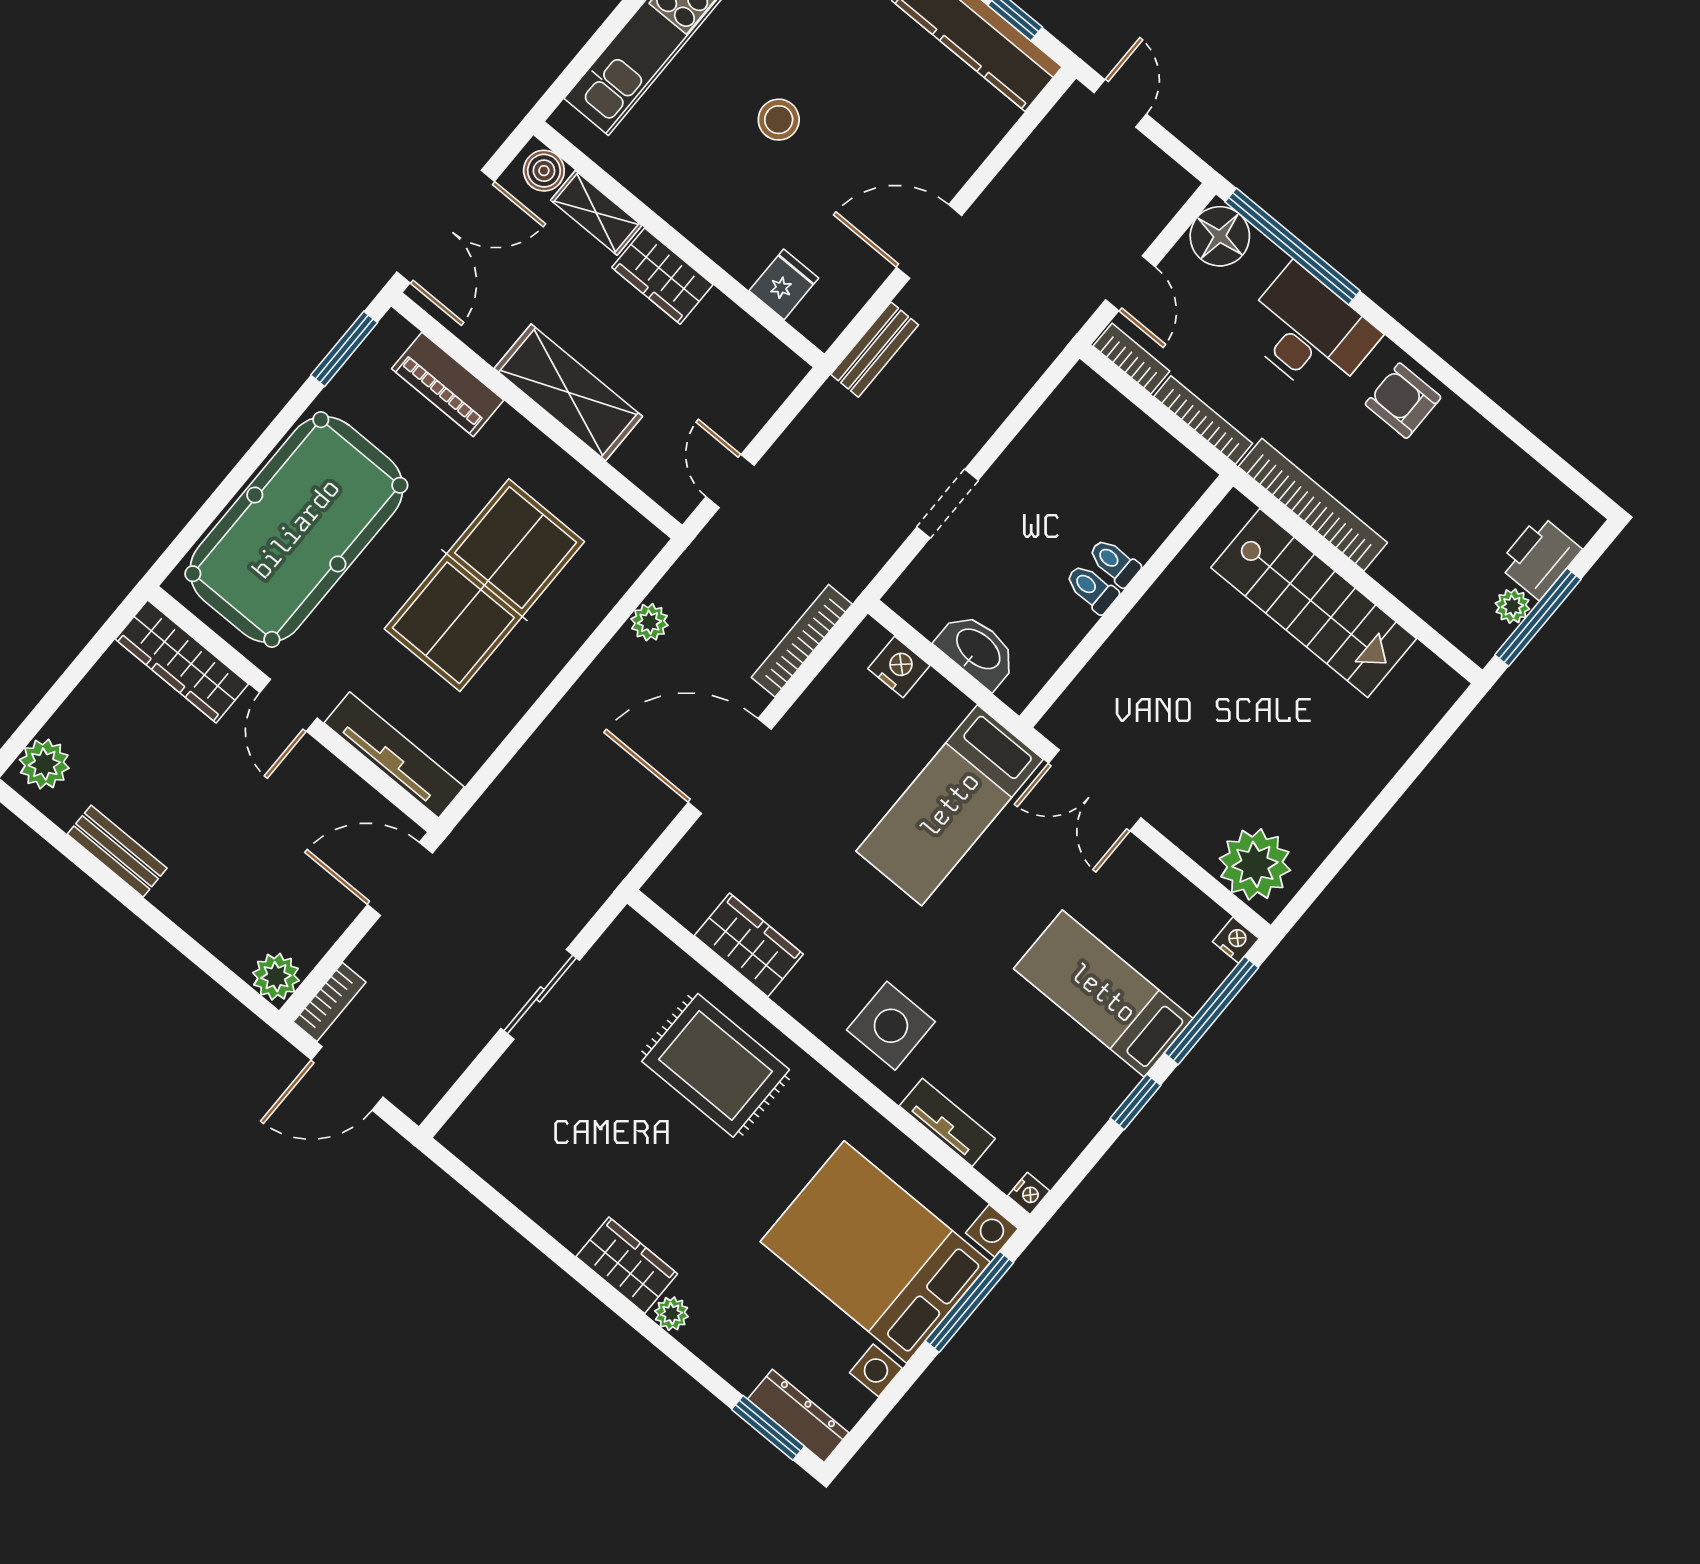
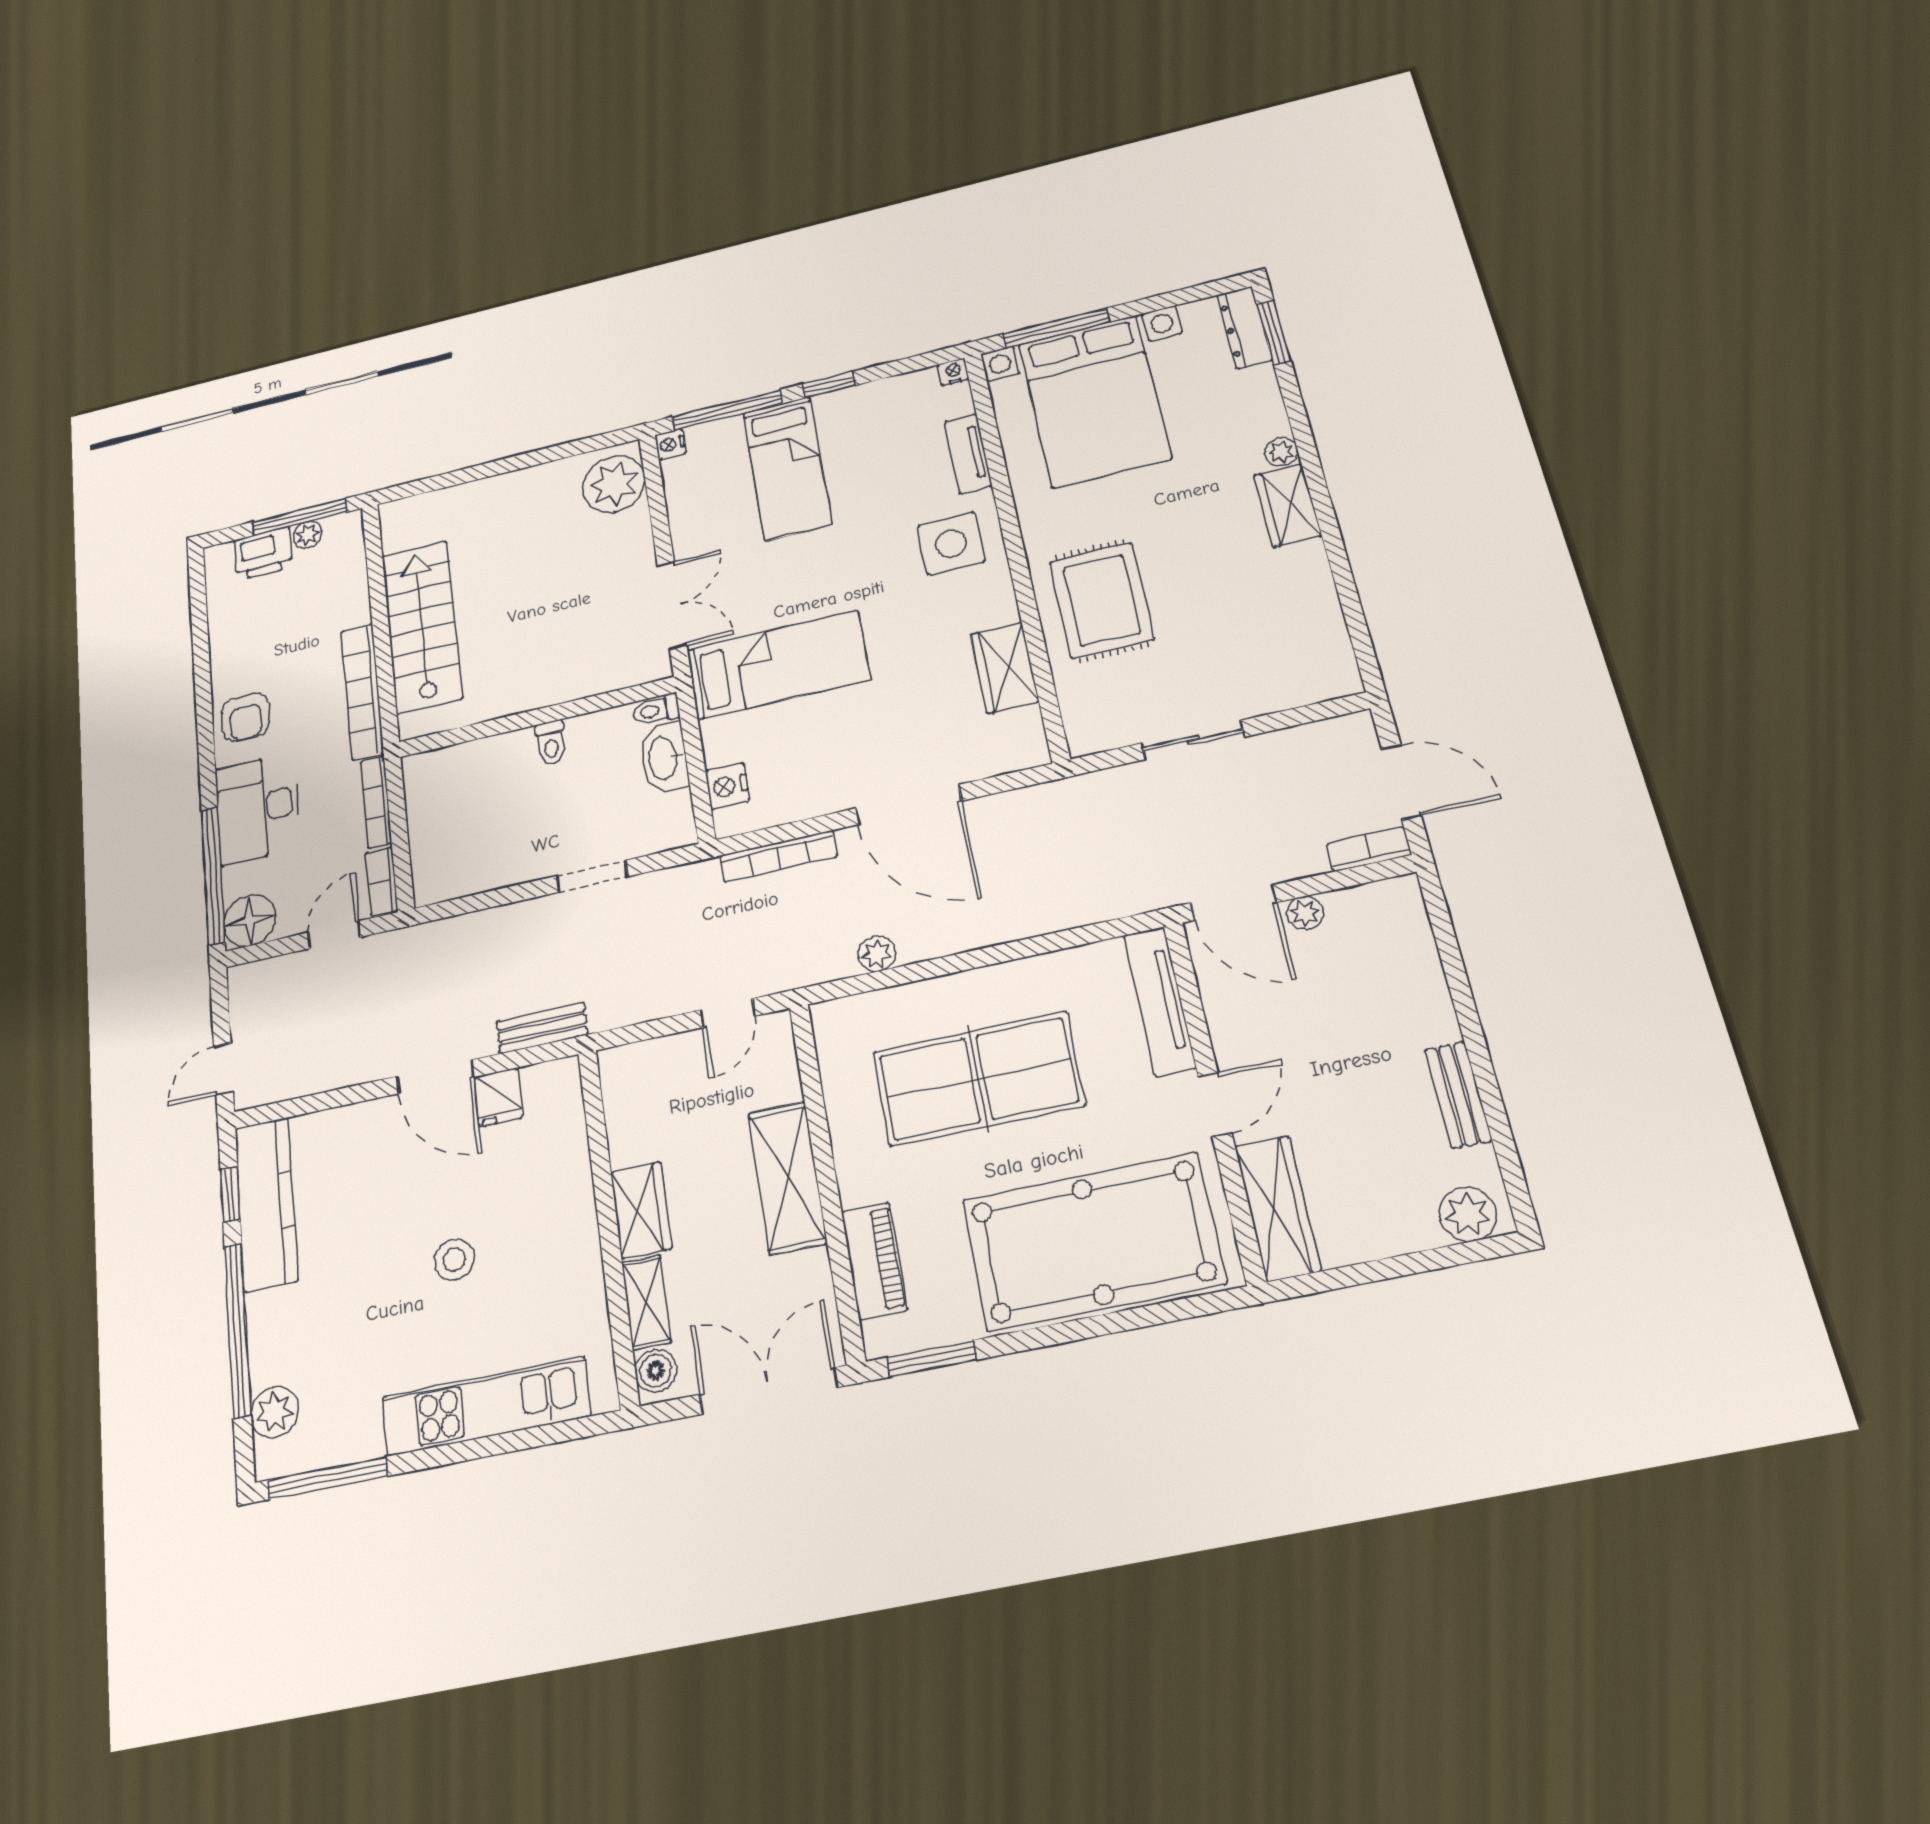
fridge: (784, 284) -> (498, 1097), moved, turned -90
toilet: (1114, 562) -> (656, 710), moved, turned 90
plant: (276, 977) -> (1305, 913), moved, width x0.73, depth x0.73

